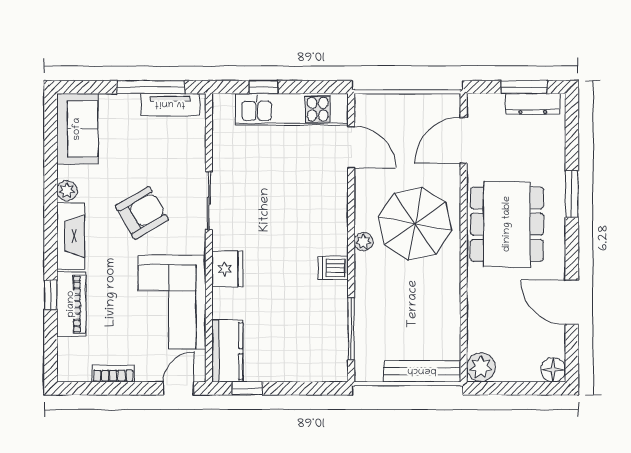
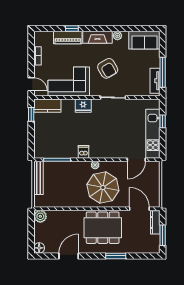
dresser: (533, 104) -> (155, 222), moved
bench: (422, 371) -> (38, 178), moved

